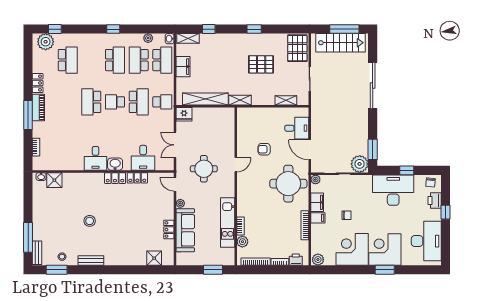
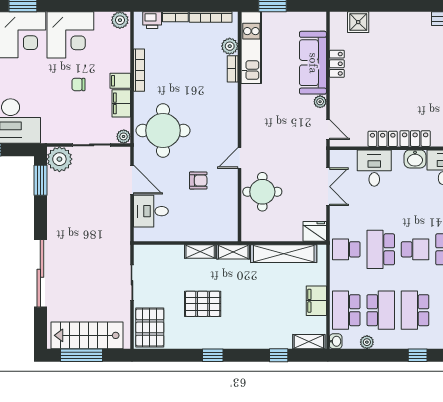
shelving: (286, 100) -> (200, 251), moved
round table: (204, 169) -> (262, 192), moved
kitchen unit: (228, 222) -> (251, 48), moved

